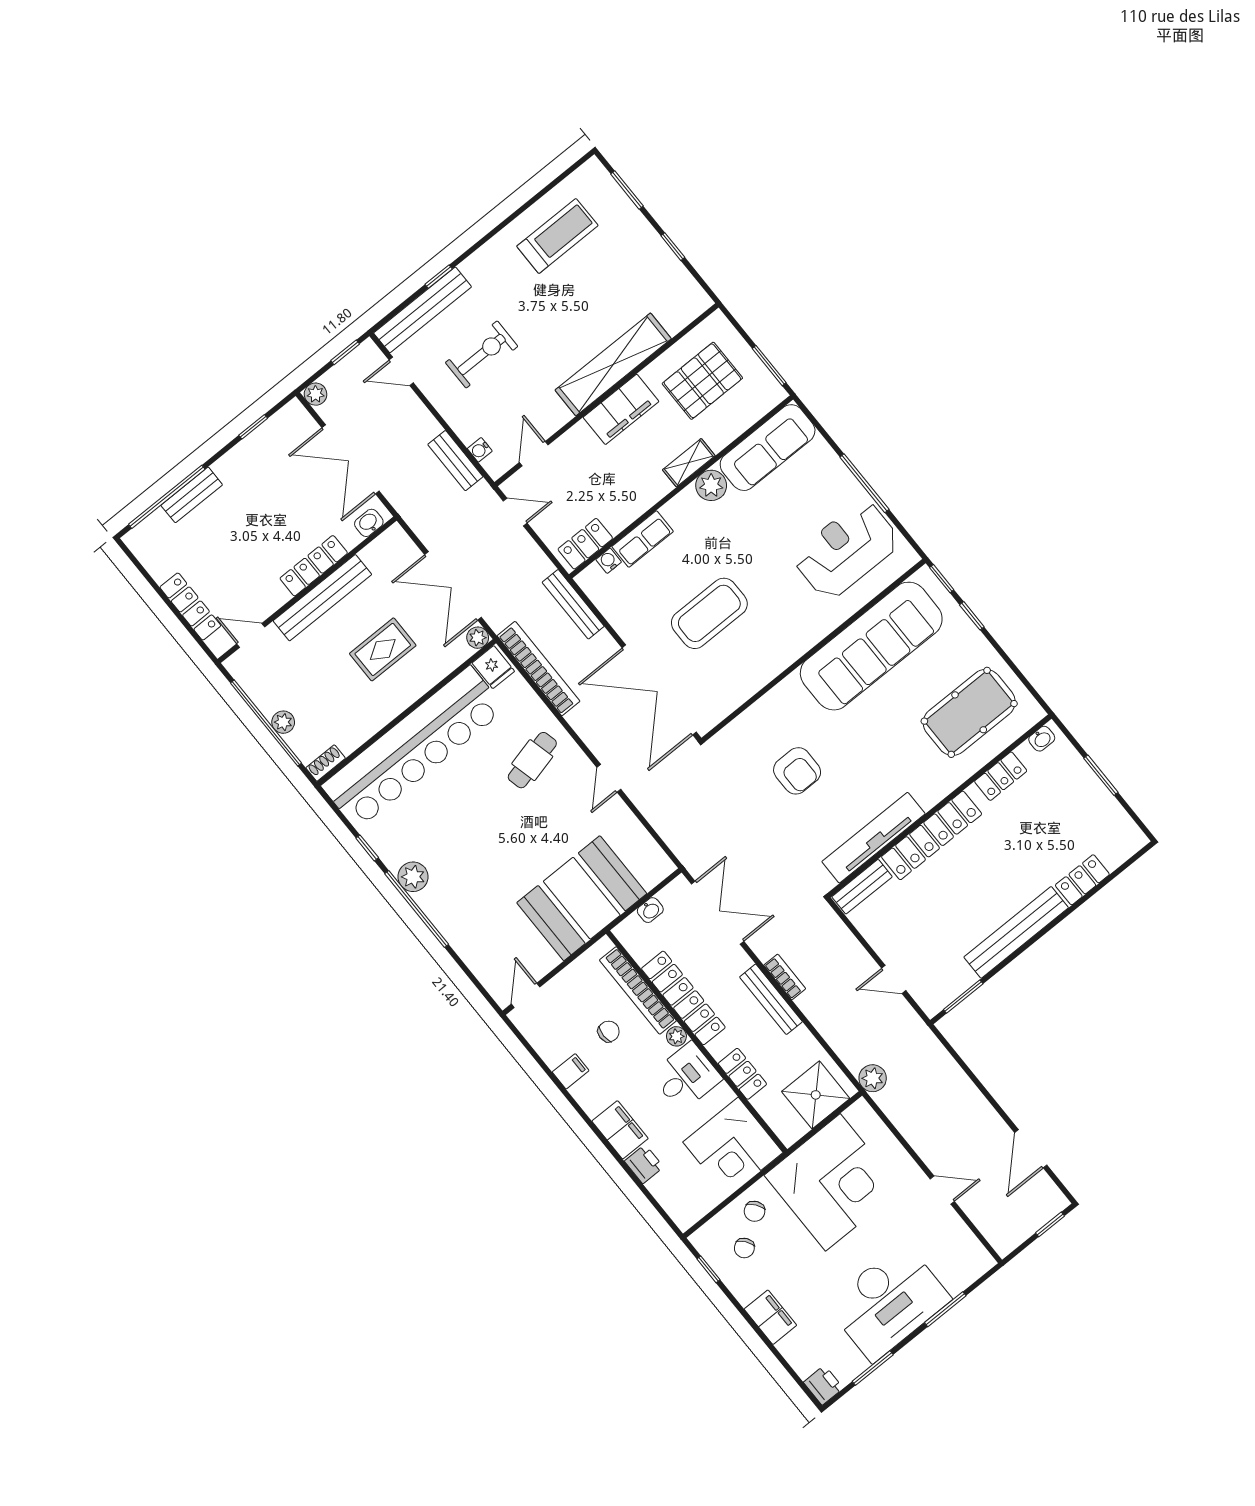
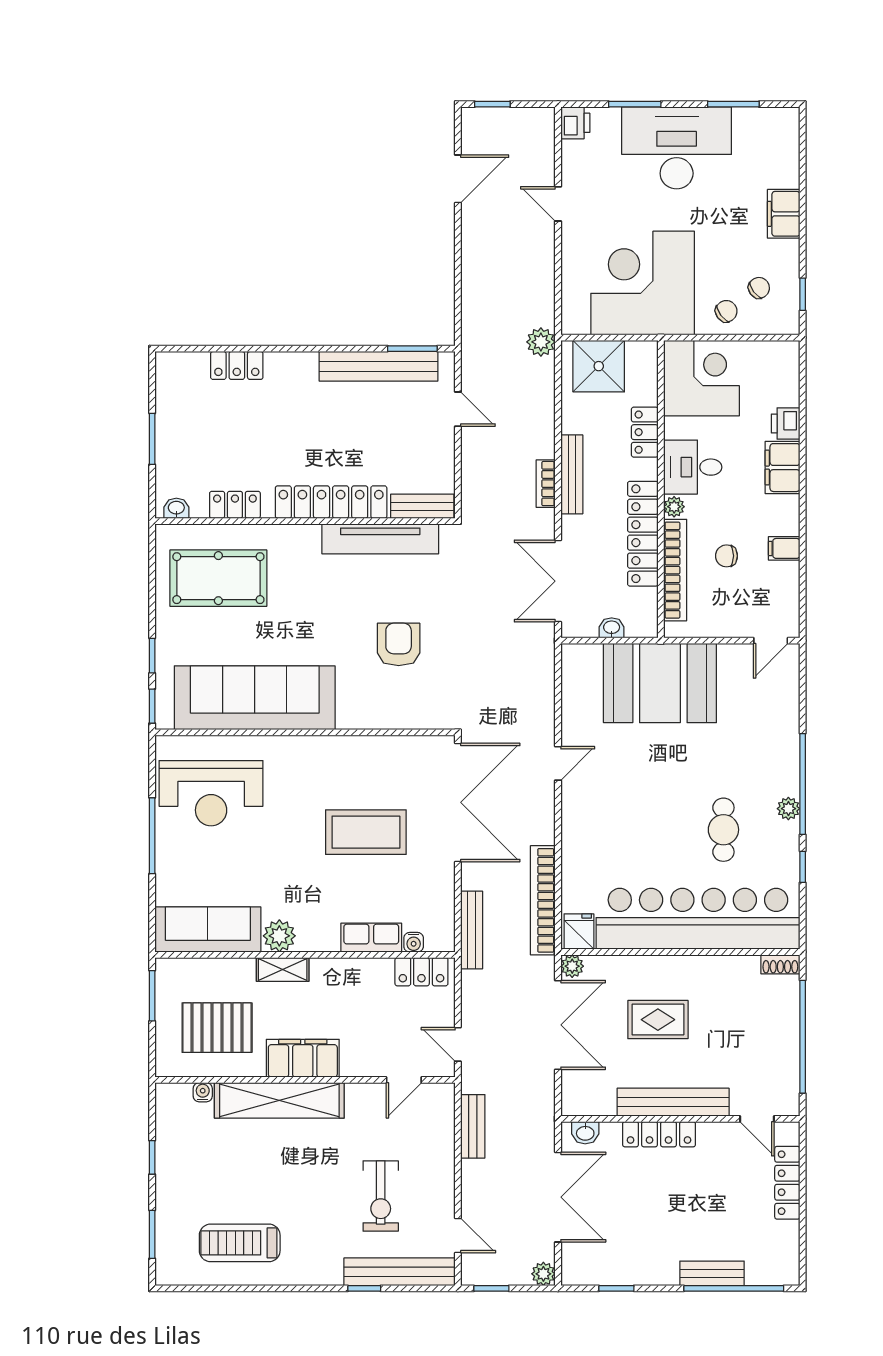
exercise bike: (482, 354) -> (381, 1196), turned -90
water cooler: (480, 450) -> (203, 1092), moved, turned -90
plant: (283, 722) -> (788, 1026), removed
cafe table: (532, 760) -> (723, 830), moved, turned -76
plant: (413, 877) -> (788, 809), width x0.73, depth x0.73
bench: (1016, 932) -> (378, 366), moved
printer: (823, 1385) -> (575, 123), moved, turned 180

